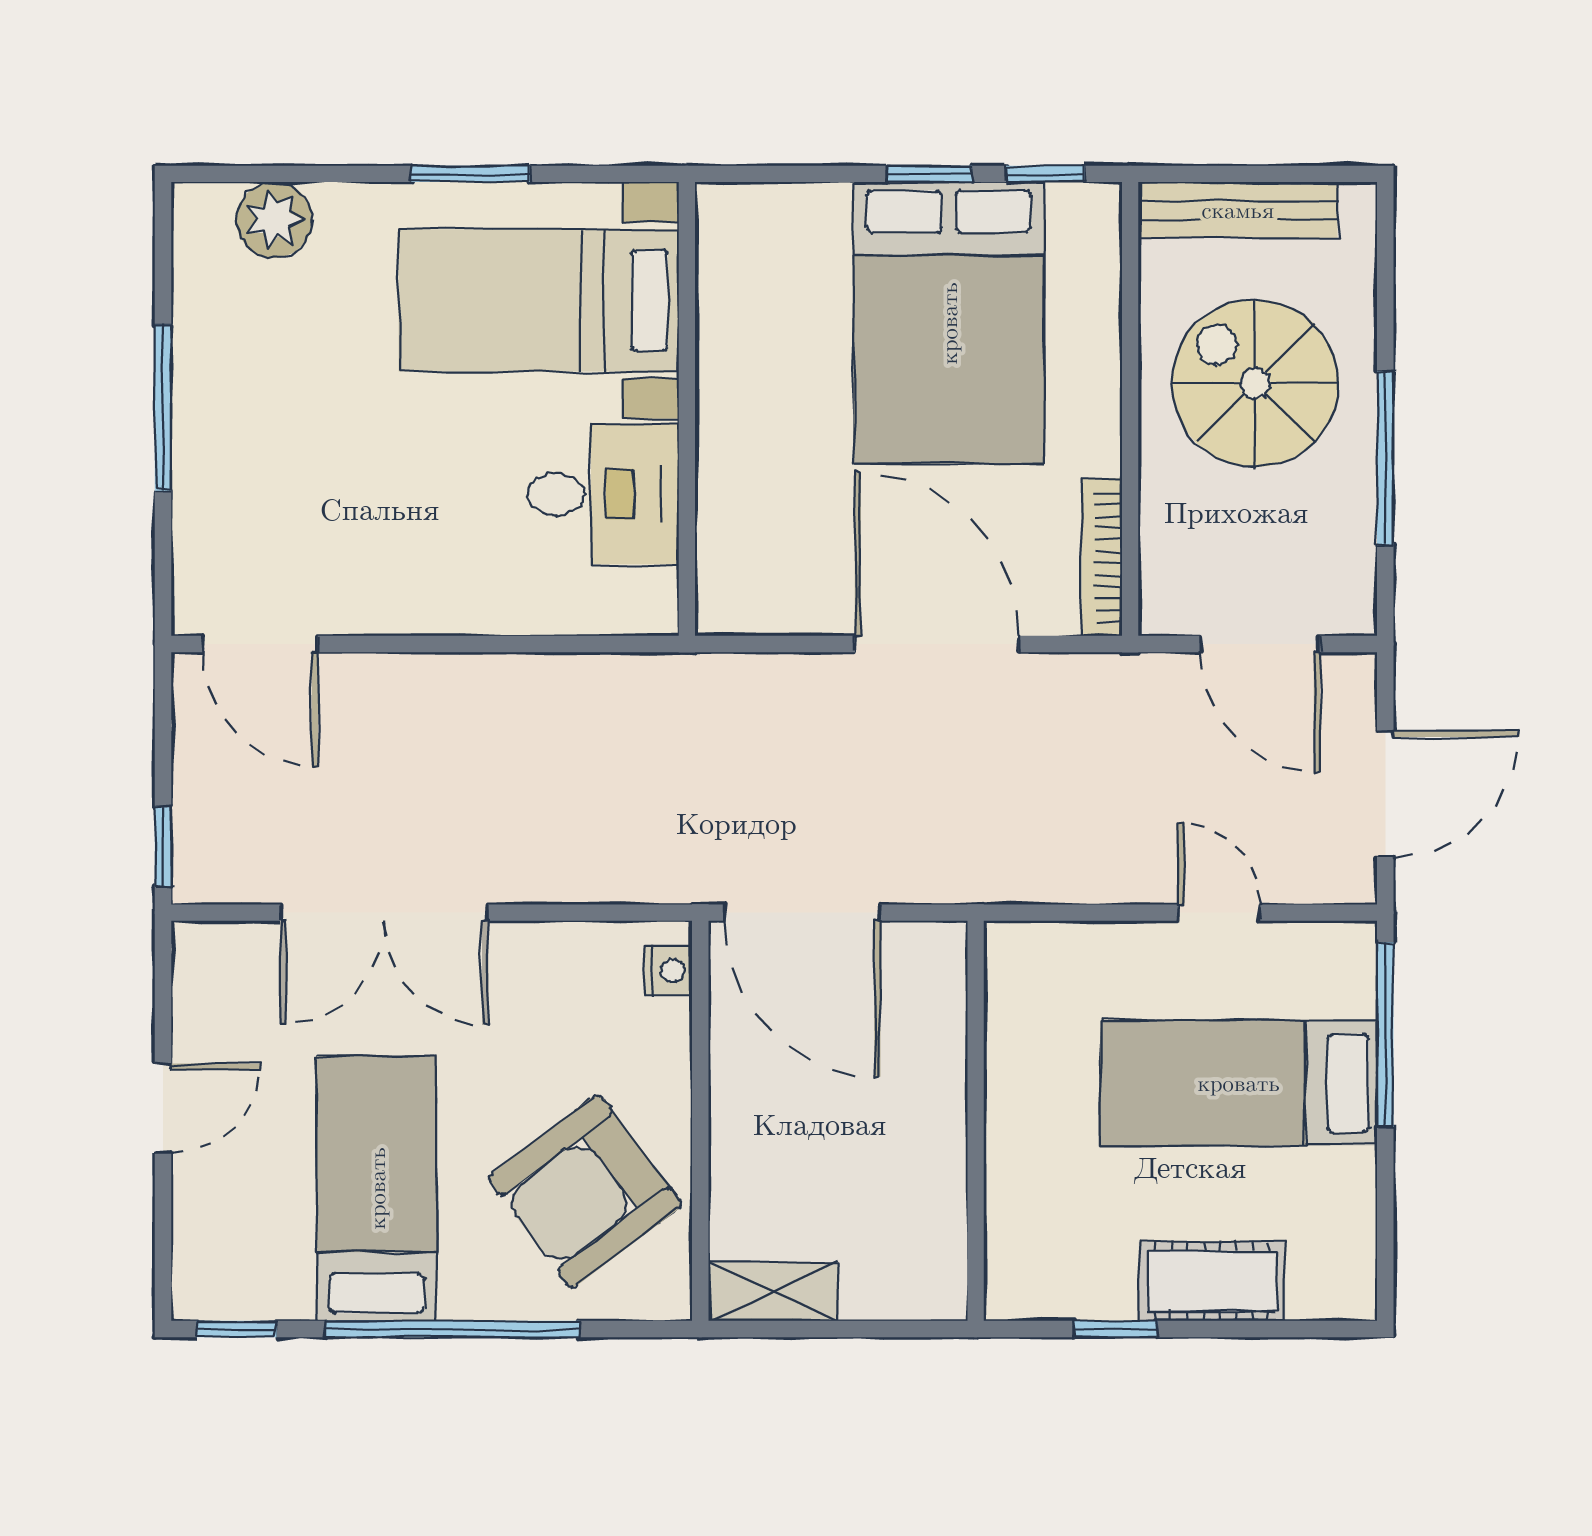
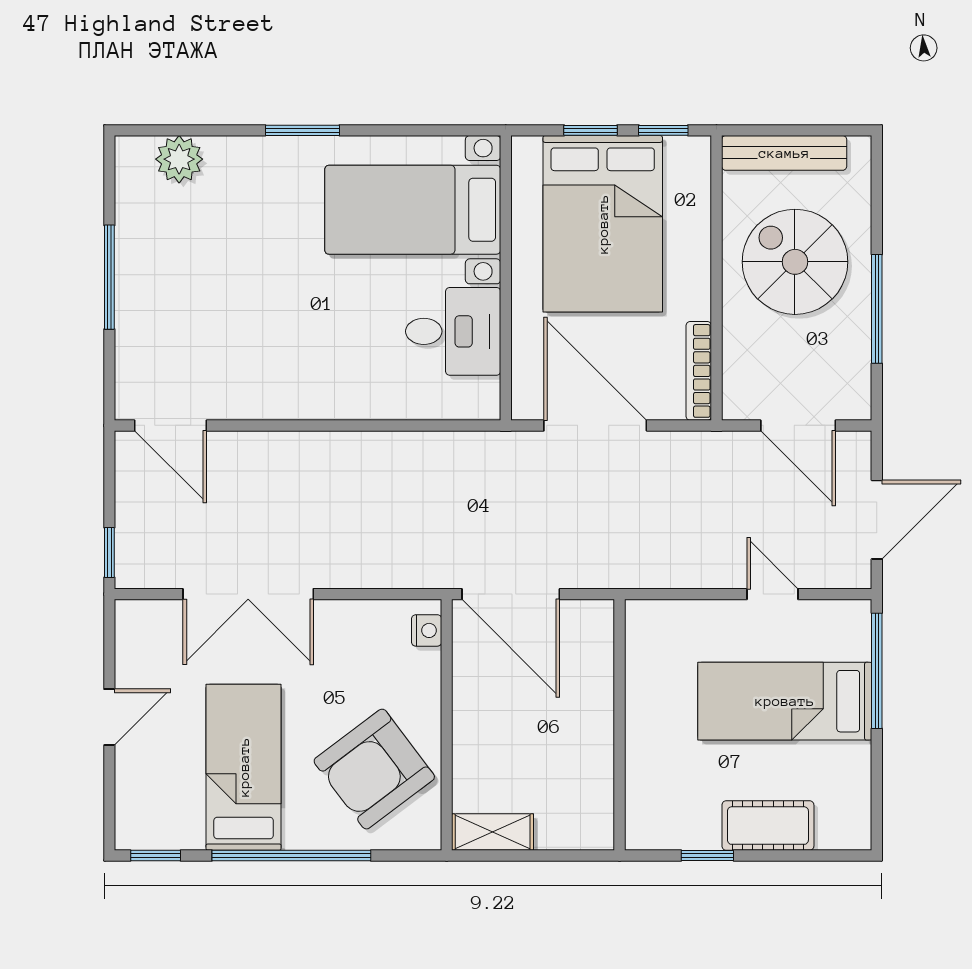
bed with nightstands: (539, 300) -> (413, 210), moved
wall: (687, 409) -> (506, 278), moved
desk: (603, 494) -> (453, 331), moved

